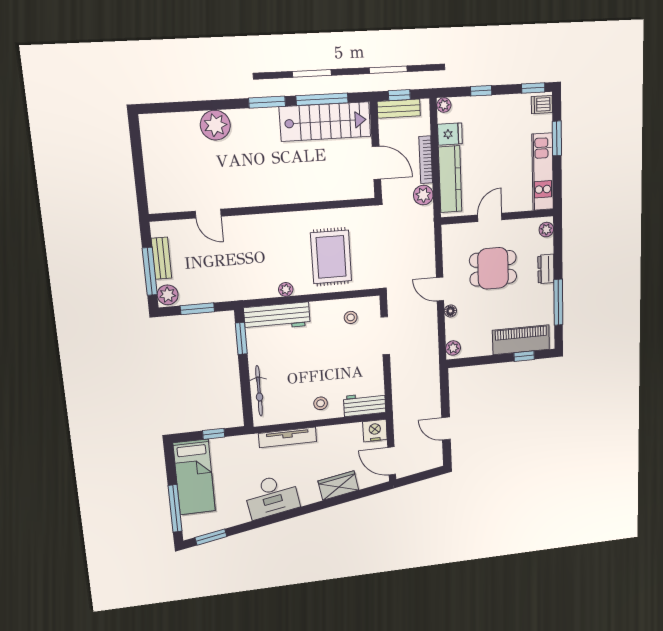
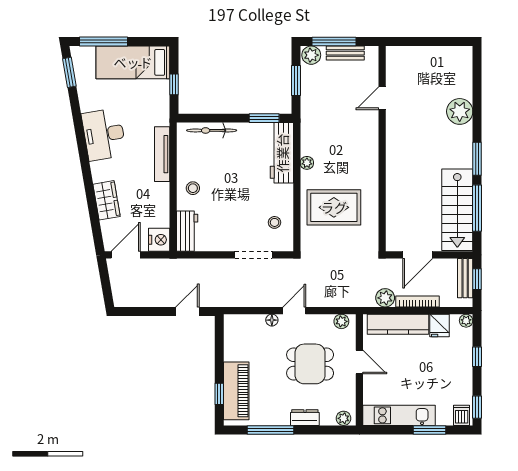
dining table: (493, 268) -> (310, 364), turned 90
plant: (453, 348) -> (341, 321), moved
door: (446, 428) -> (187, 311), moved

